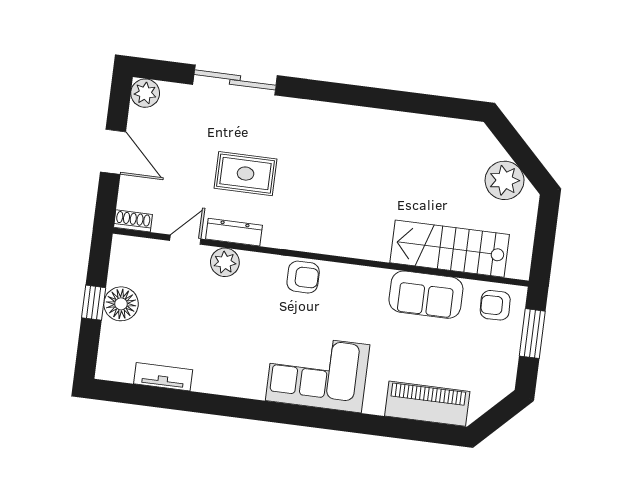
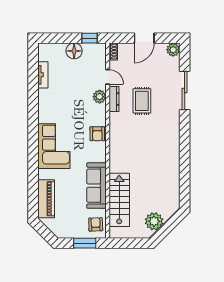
sofa: (426, 295) -> (96, 186), width x1.36
window: (94, 303) -> (89, 38), moved

